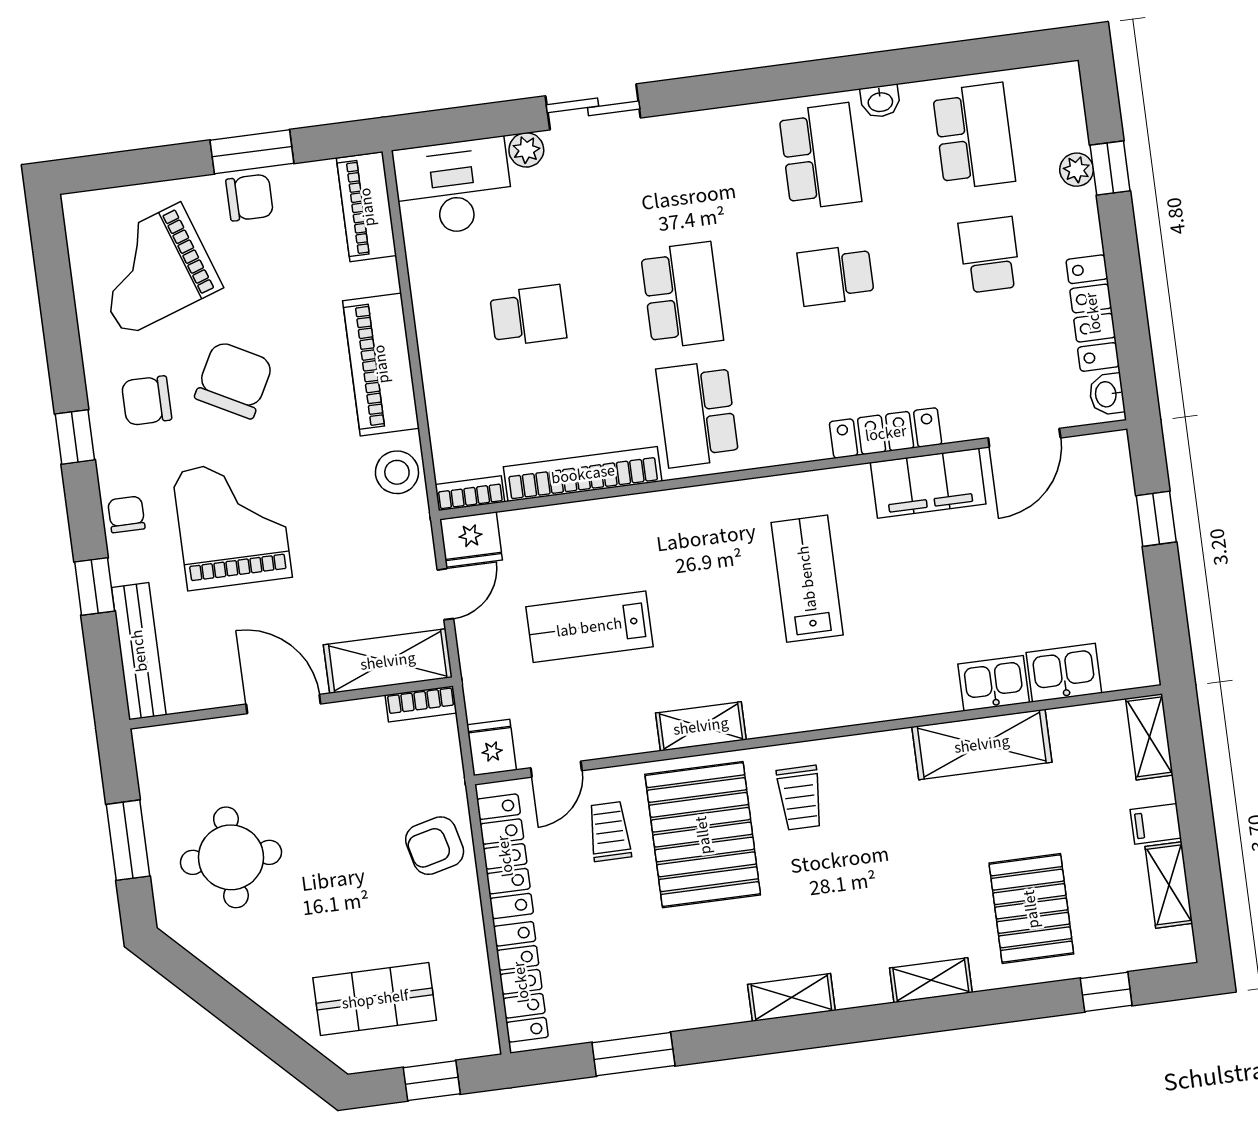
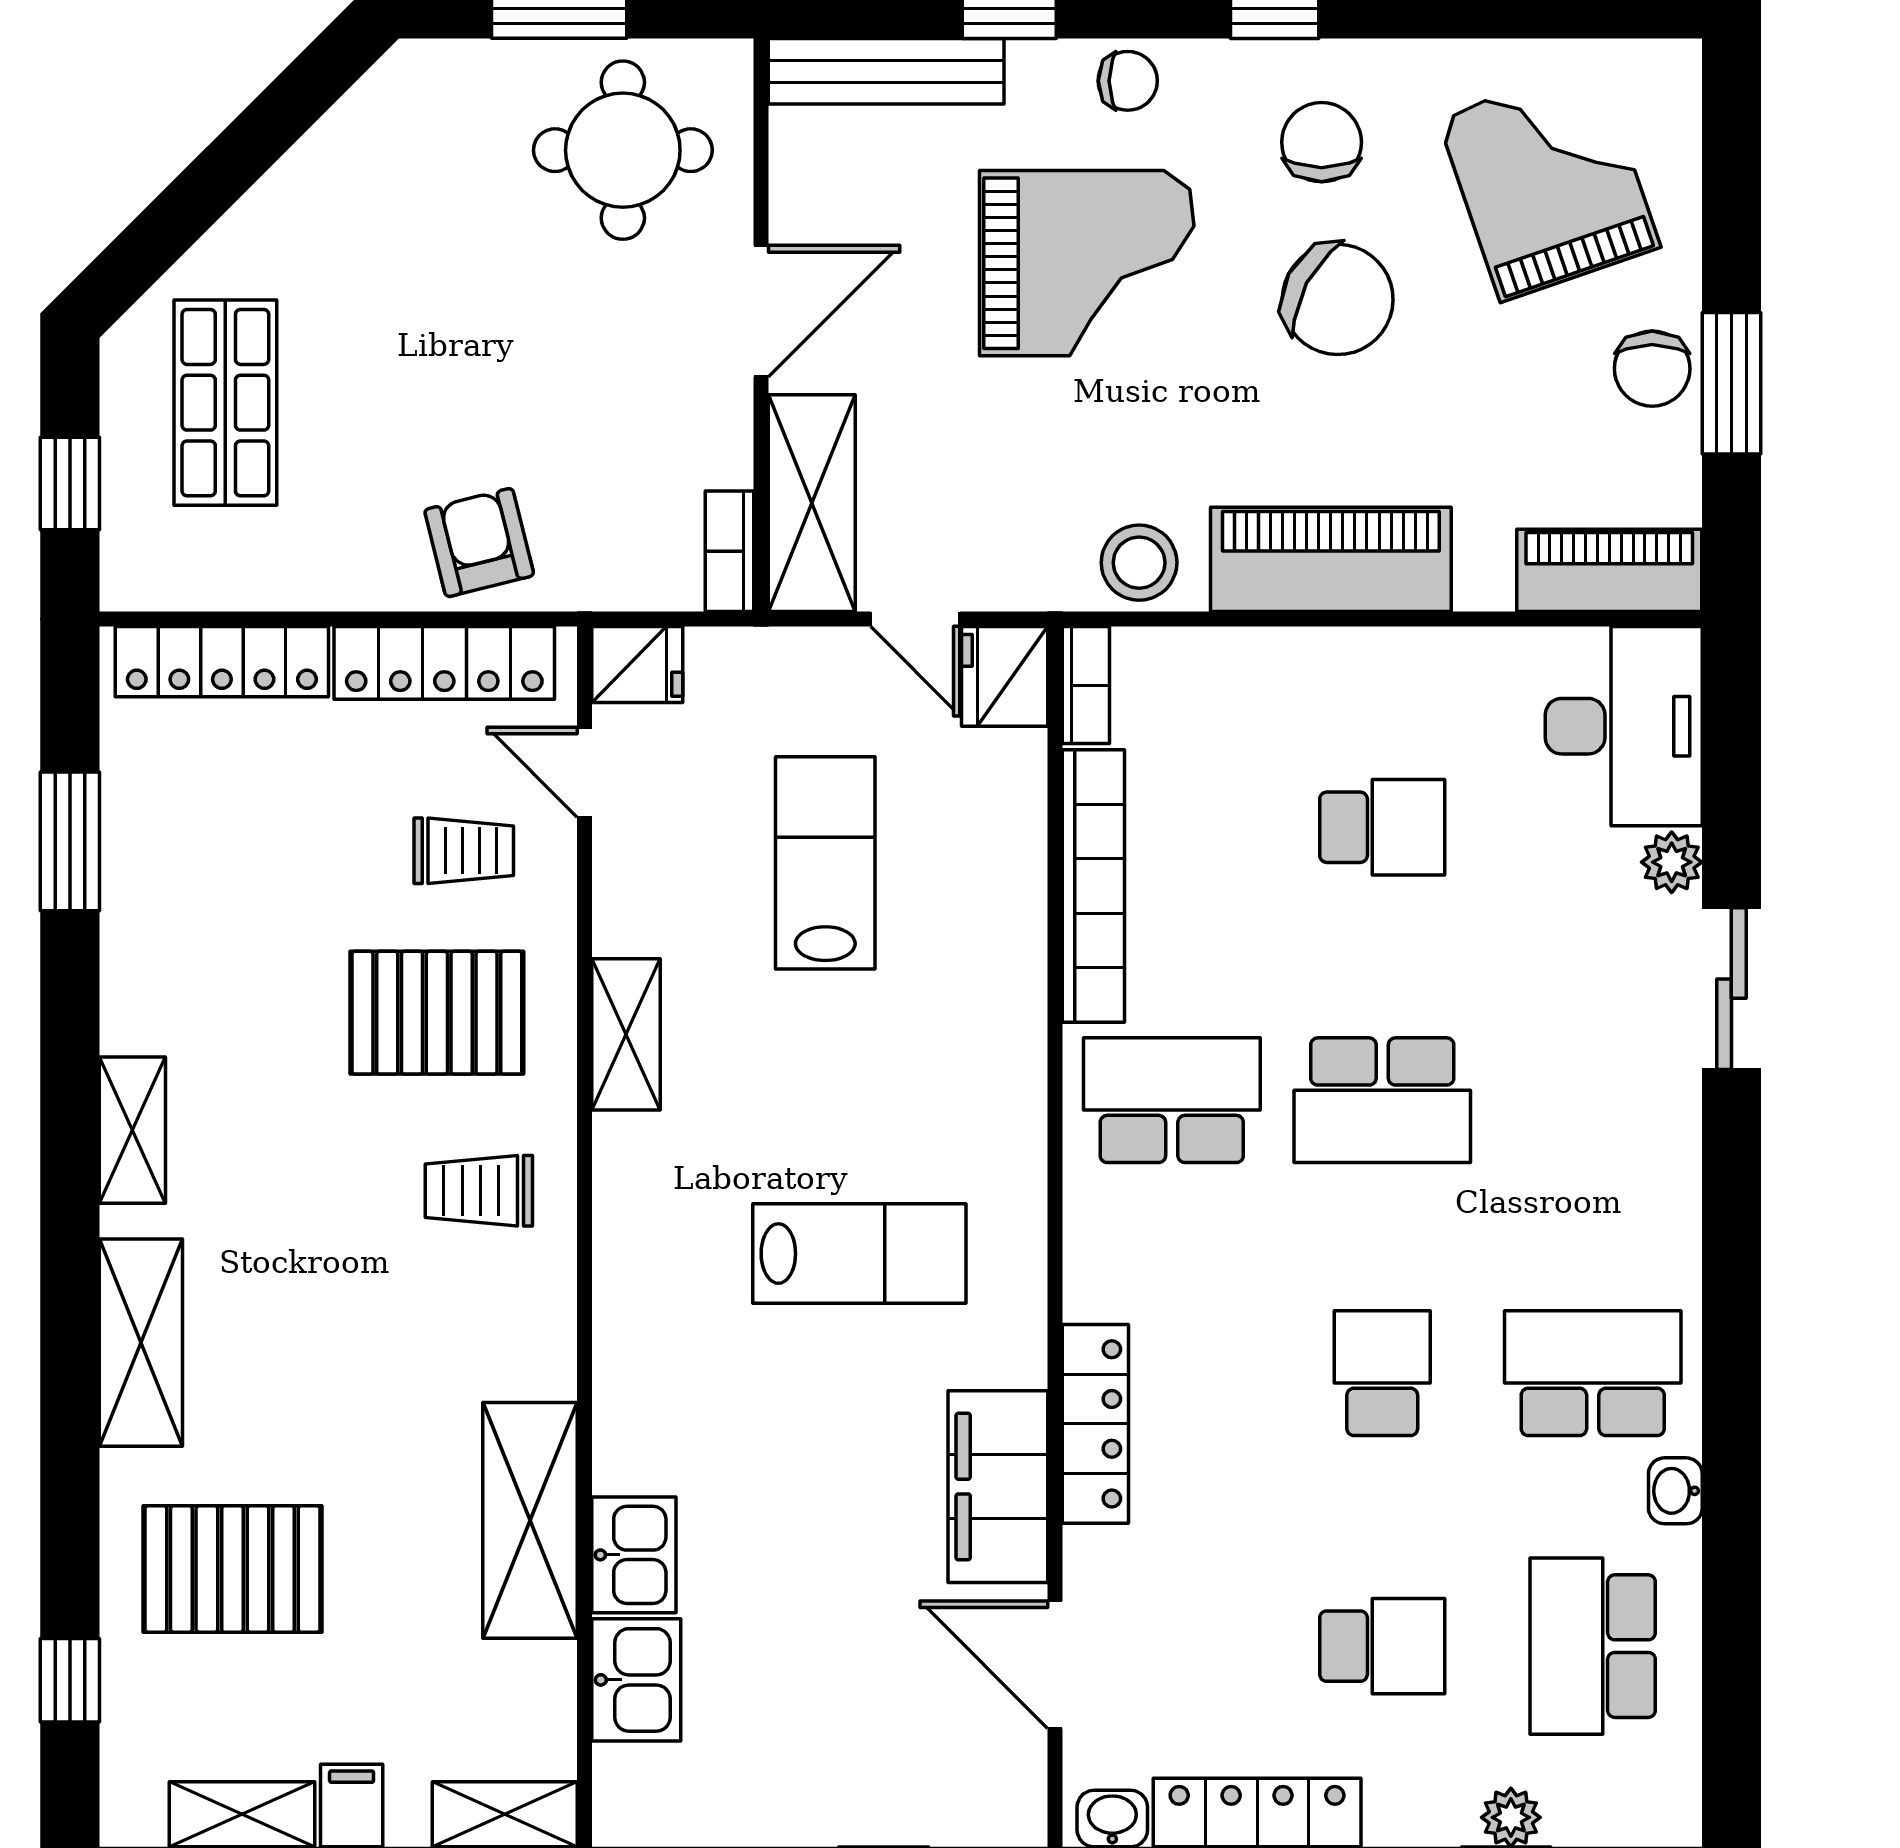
school desk: (974, 136) -> (1593, 1646), turned 90
school desk: (820, 157) -> (1593, 1373), turned 180
school desk: (528, 316) -> (1382, 827), turned -90
pallet: (703, 835) -> (437, 1013), width x0.73, depth x0.71
round table: (231, 857) -> (623, 150), moved
shelving: (931, 980) -> (141, 1343), width x1.50, depth x1.33

